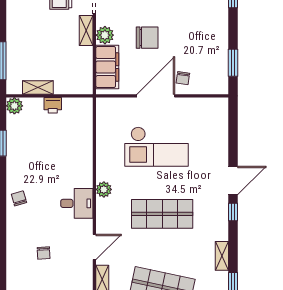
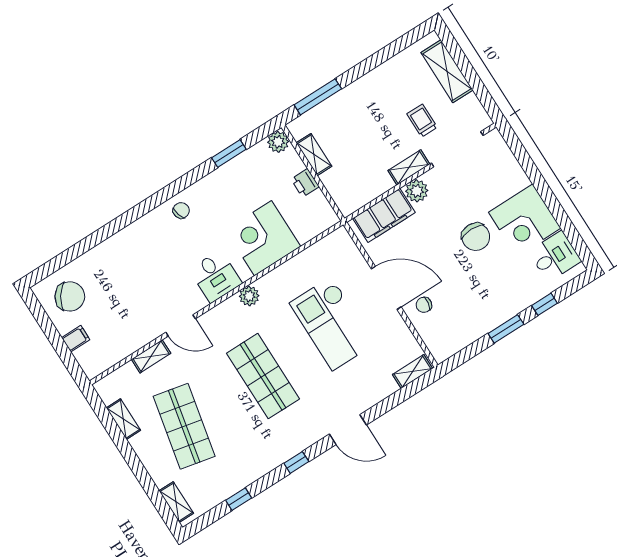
chair: (147, 38) -> (476, 237), moved
window: (233, 63) -> (506, 329), moved
corner desk: (72, 156) -> (263, 238), added
window: (233, 212) -> (296, 462), moved
chair: (44, 253) -> (139, 275), removed
shelving: (222, 256) -> (413, 372), moved

